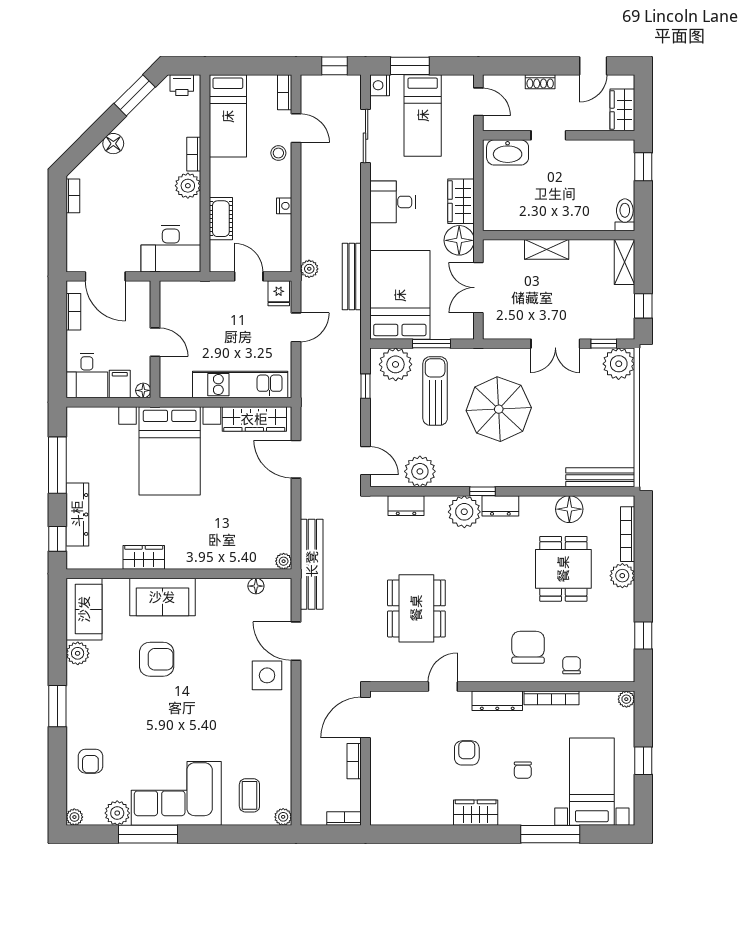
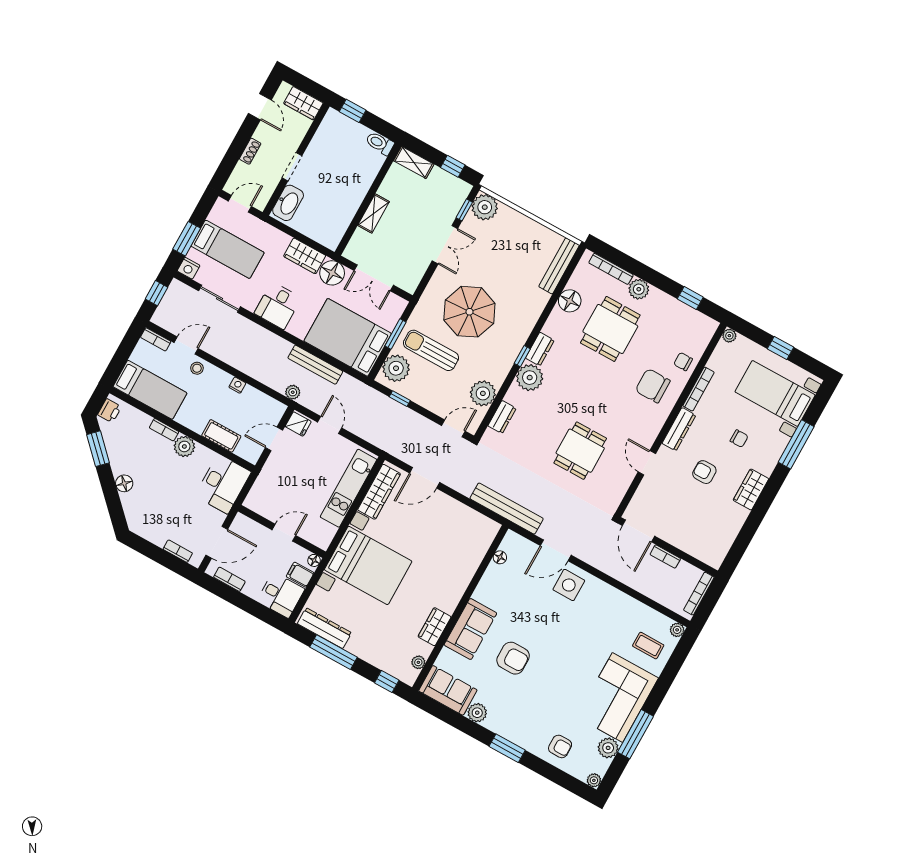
bookcase: (73, 196) -> (178, 551), moved
dresser: (77, 514) -> (324, 628), moved
plant: (284, 561) -> (418, 662), moved
dining table: (563, 569) -> (610, 329), turned 90
dining table: (416, 608) -> (580, 451), width x0.73
armchair: (157, 659) -> (513, 658), turned 90
bookcase: (344, 819) -> (699, 594), width x1.56

